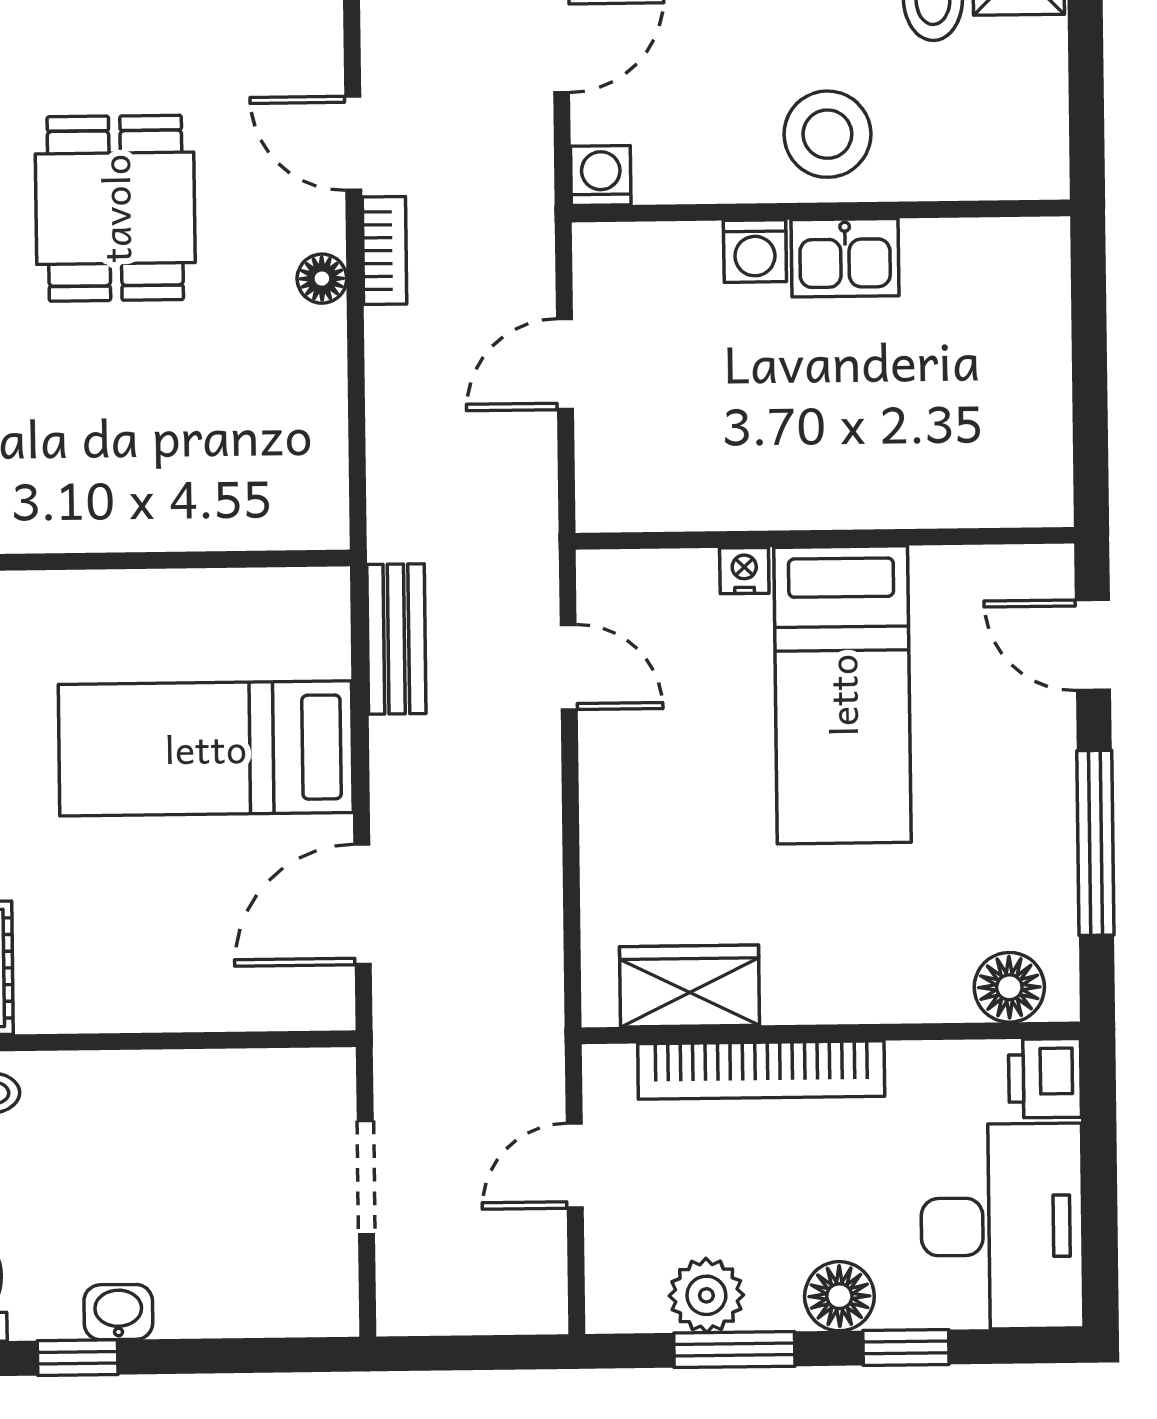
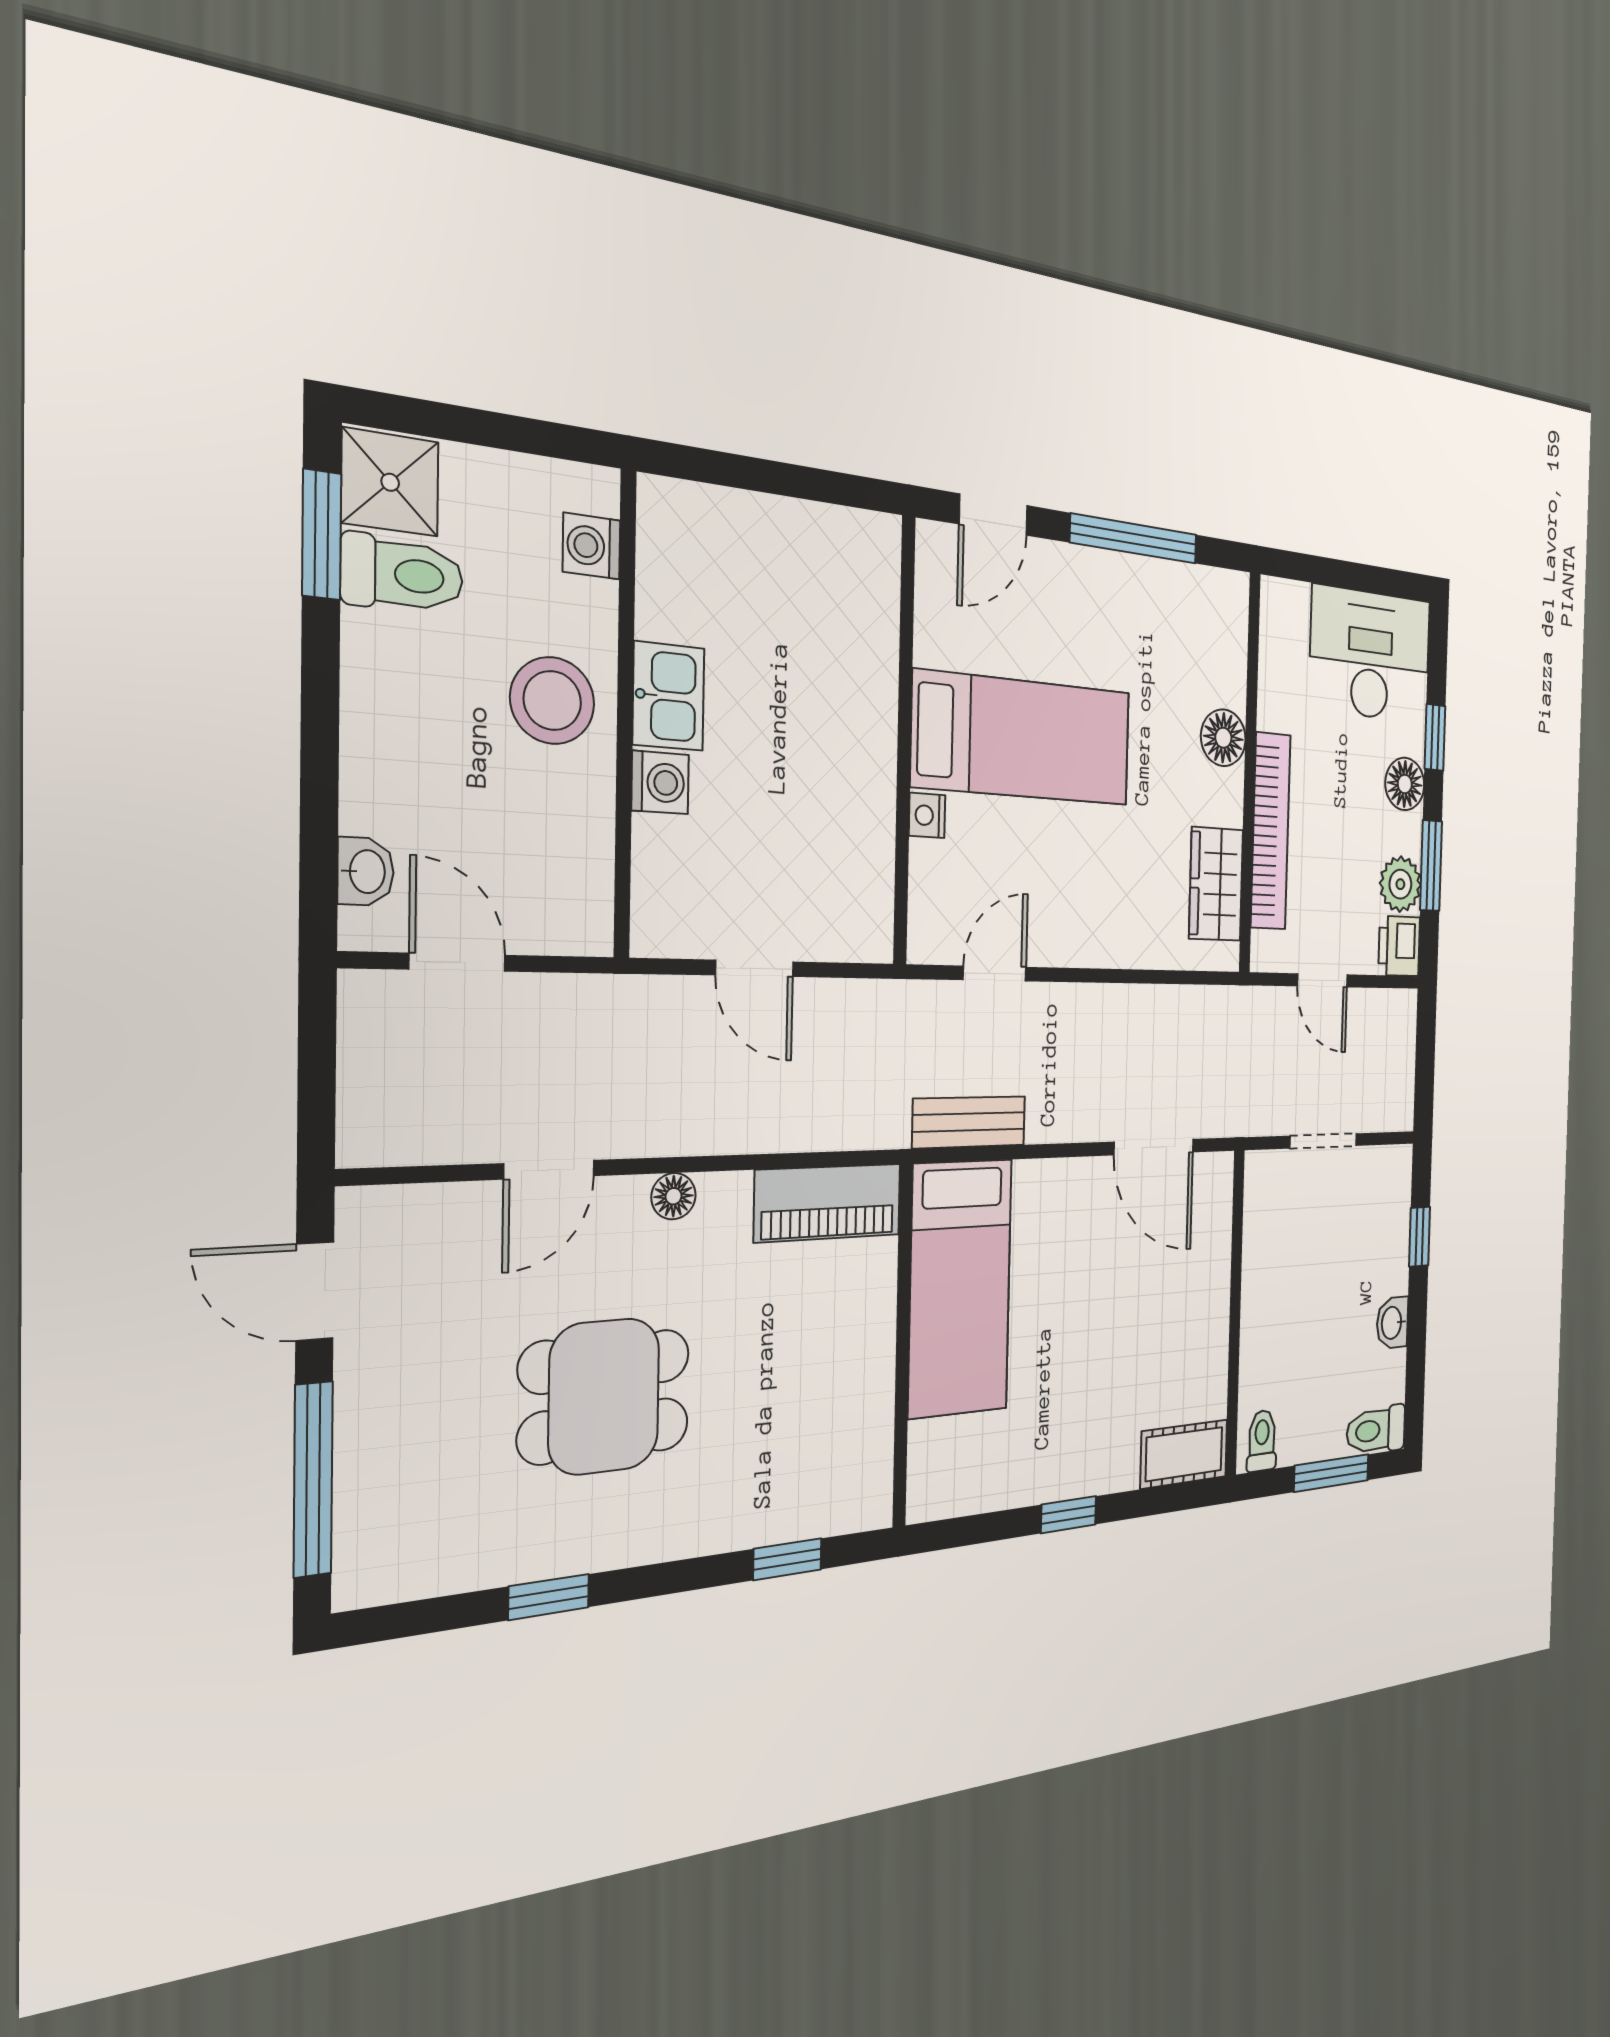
washing machine: (601, 175) -> (592, 546), moved
bookcase: (384, 250) -> (650, 1137), removed
piano: (309, 461) -> (828, 1203), added
bed: (206, 748) -> (960, 1288), moved
floor lamp: (1009, 987) -> (1223, 738), moved
printer: (1045, 1078) -> (1399, 946), moved, turned 90
window: (78, 1358) -> (1420, 1237), moved

